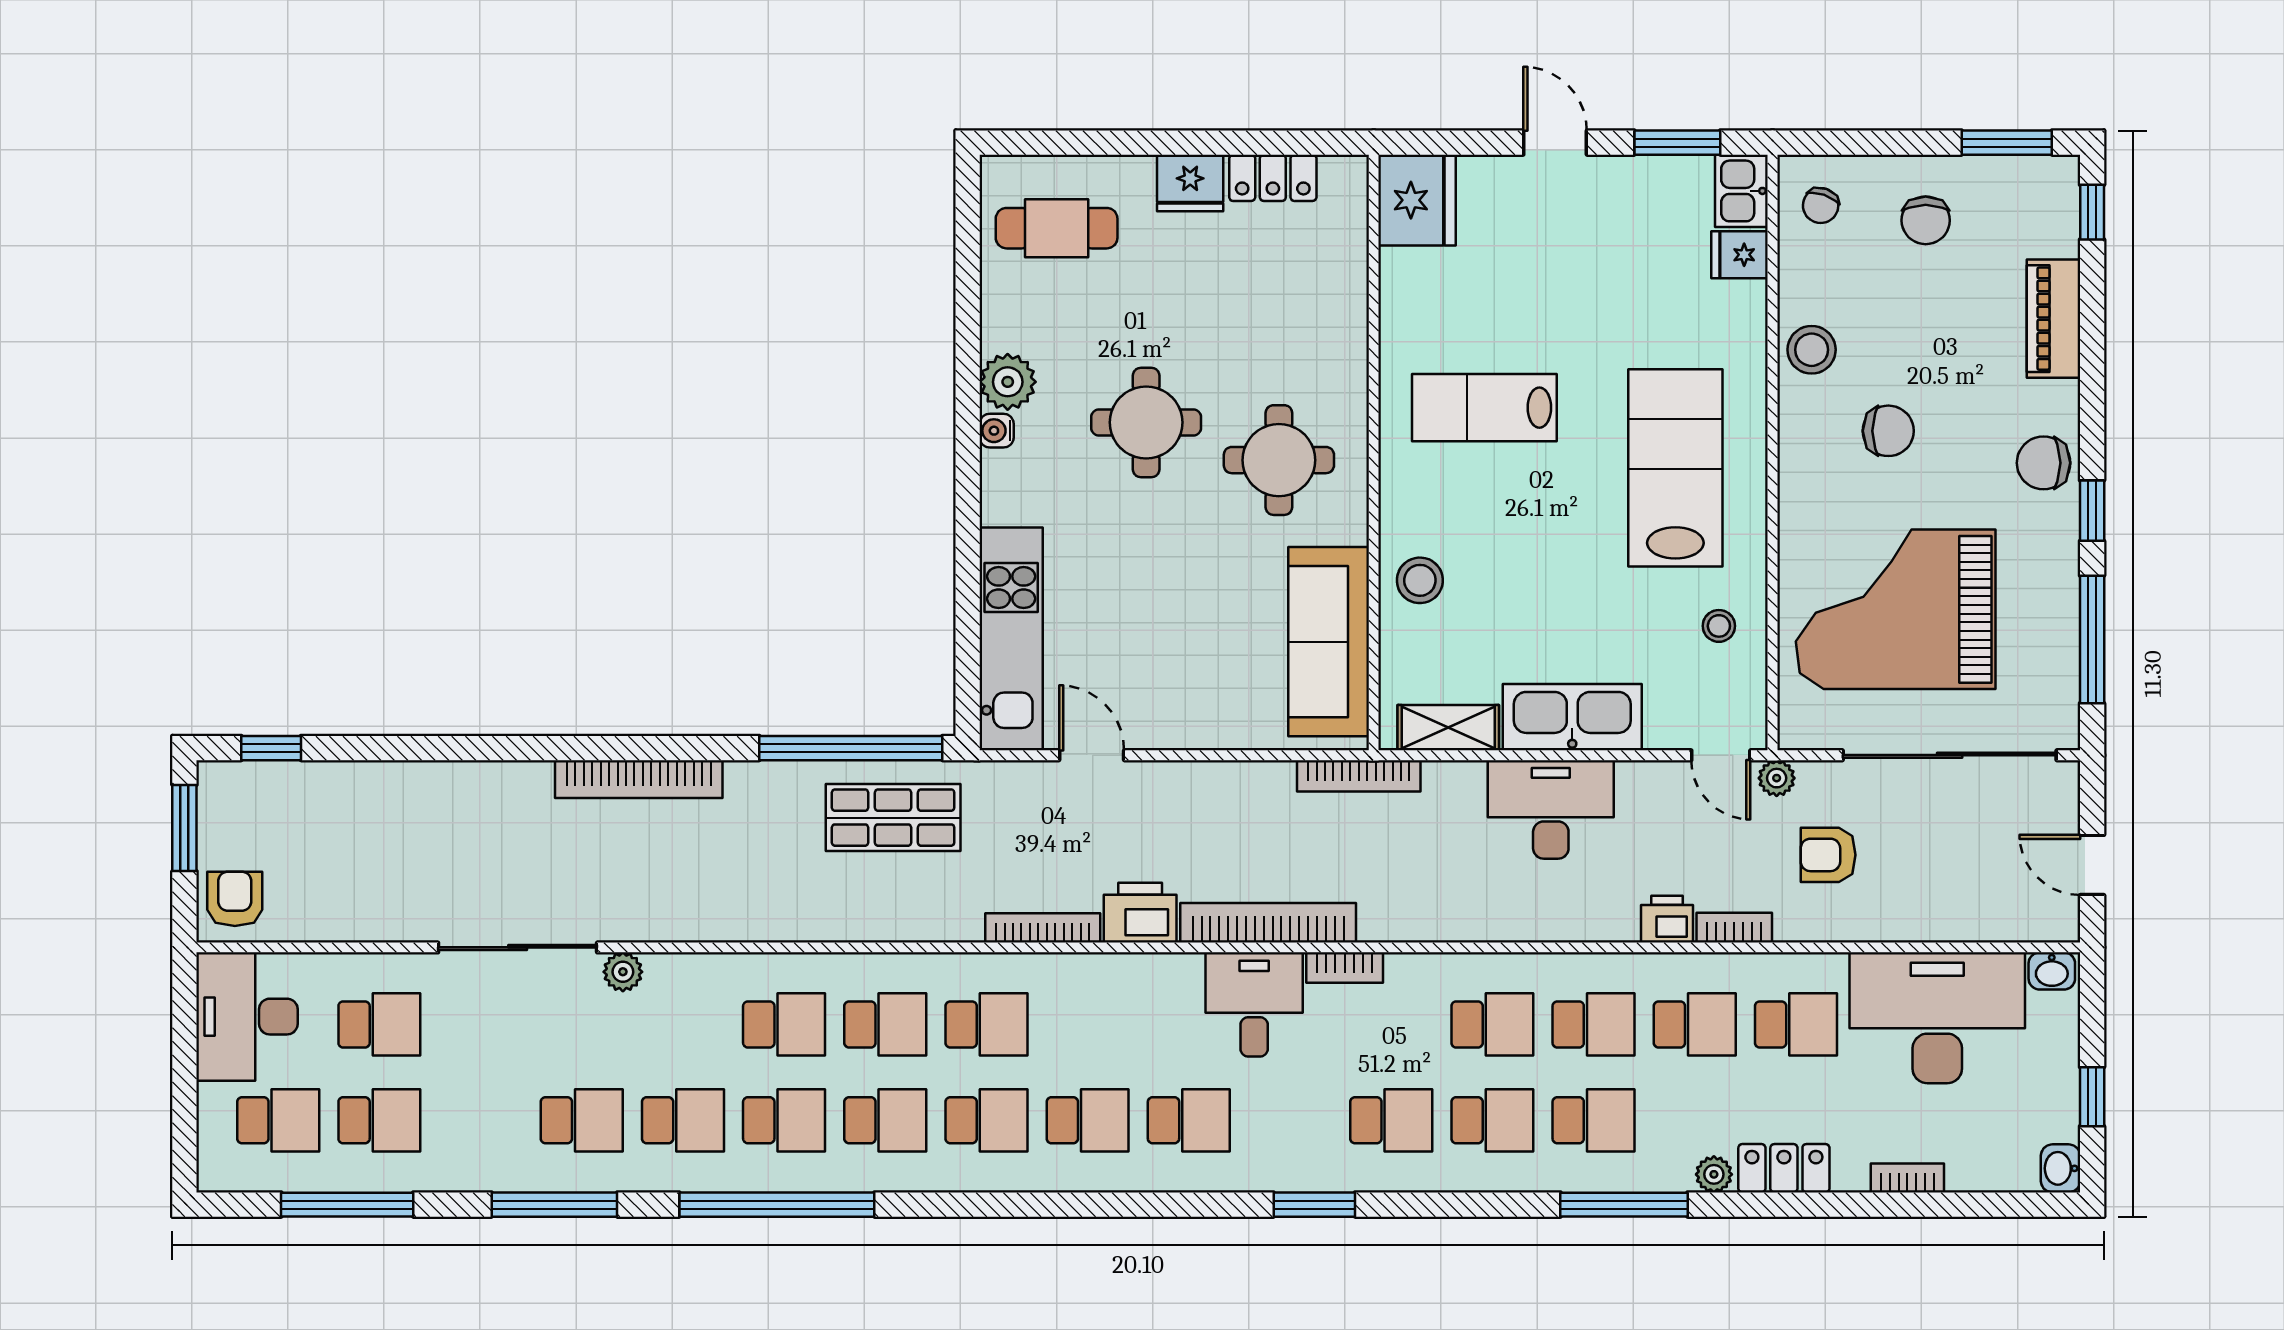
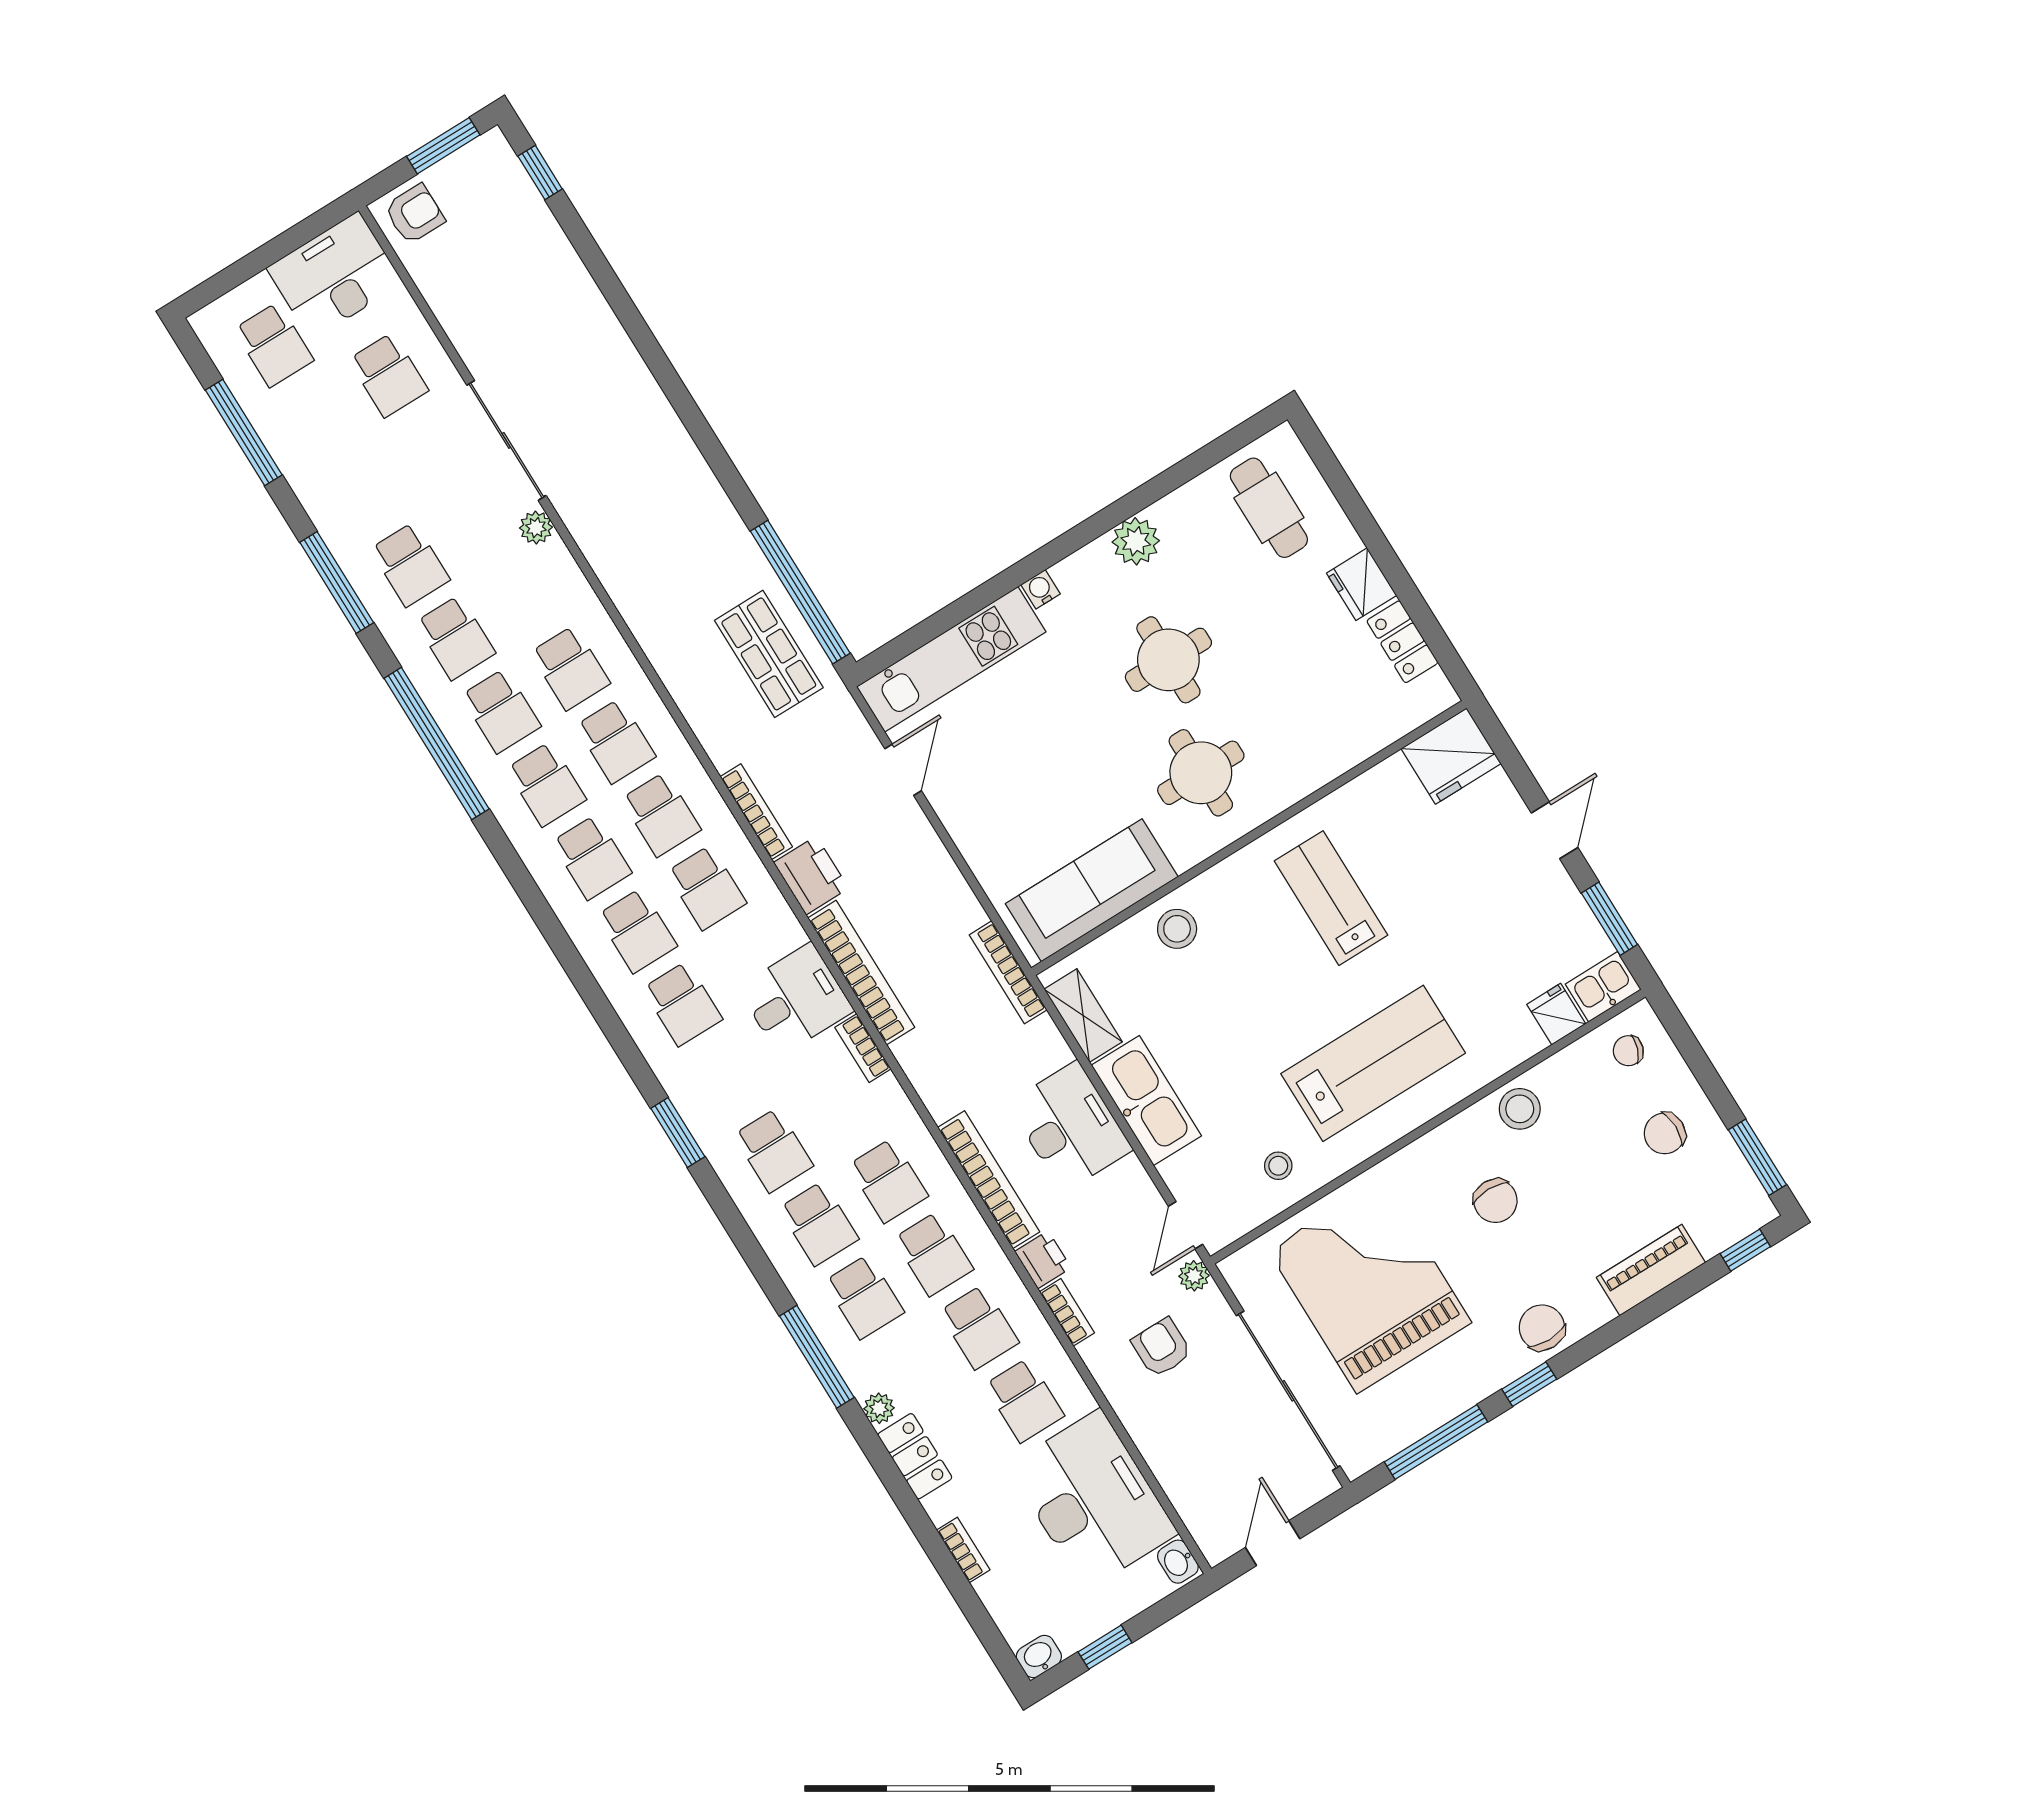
water cooler: (997, 431) -> (1041, 589), moved
bookcase: (639, 779) -> (989, 1180), moved, turned 180
school desk: (379, 1120) -> (706, 888), moved

